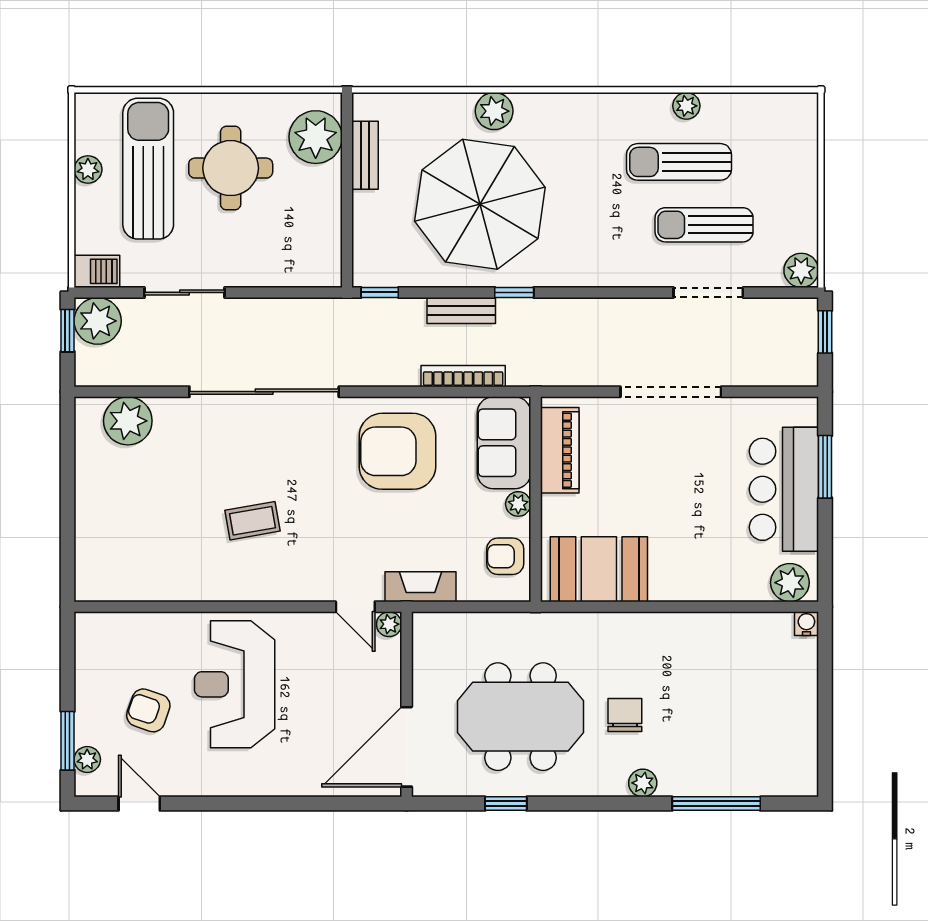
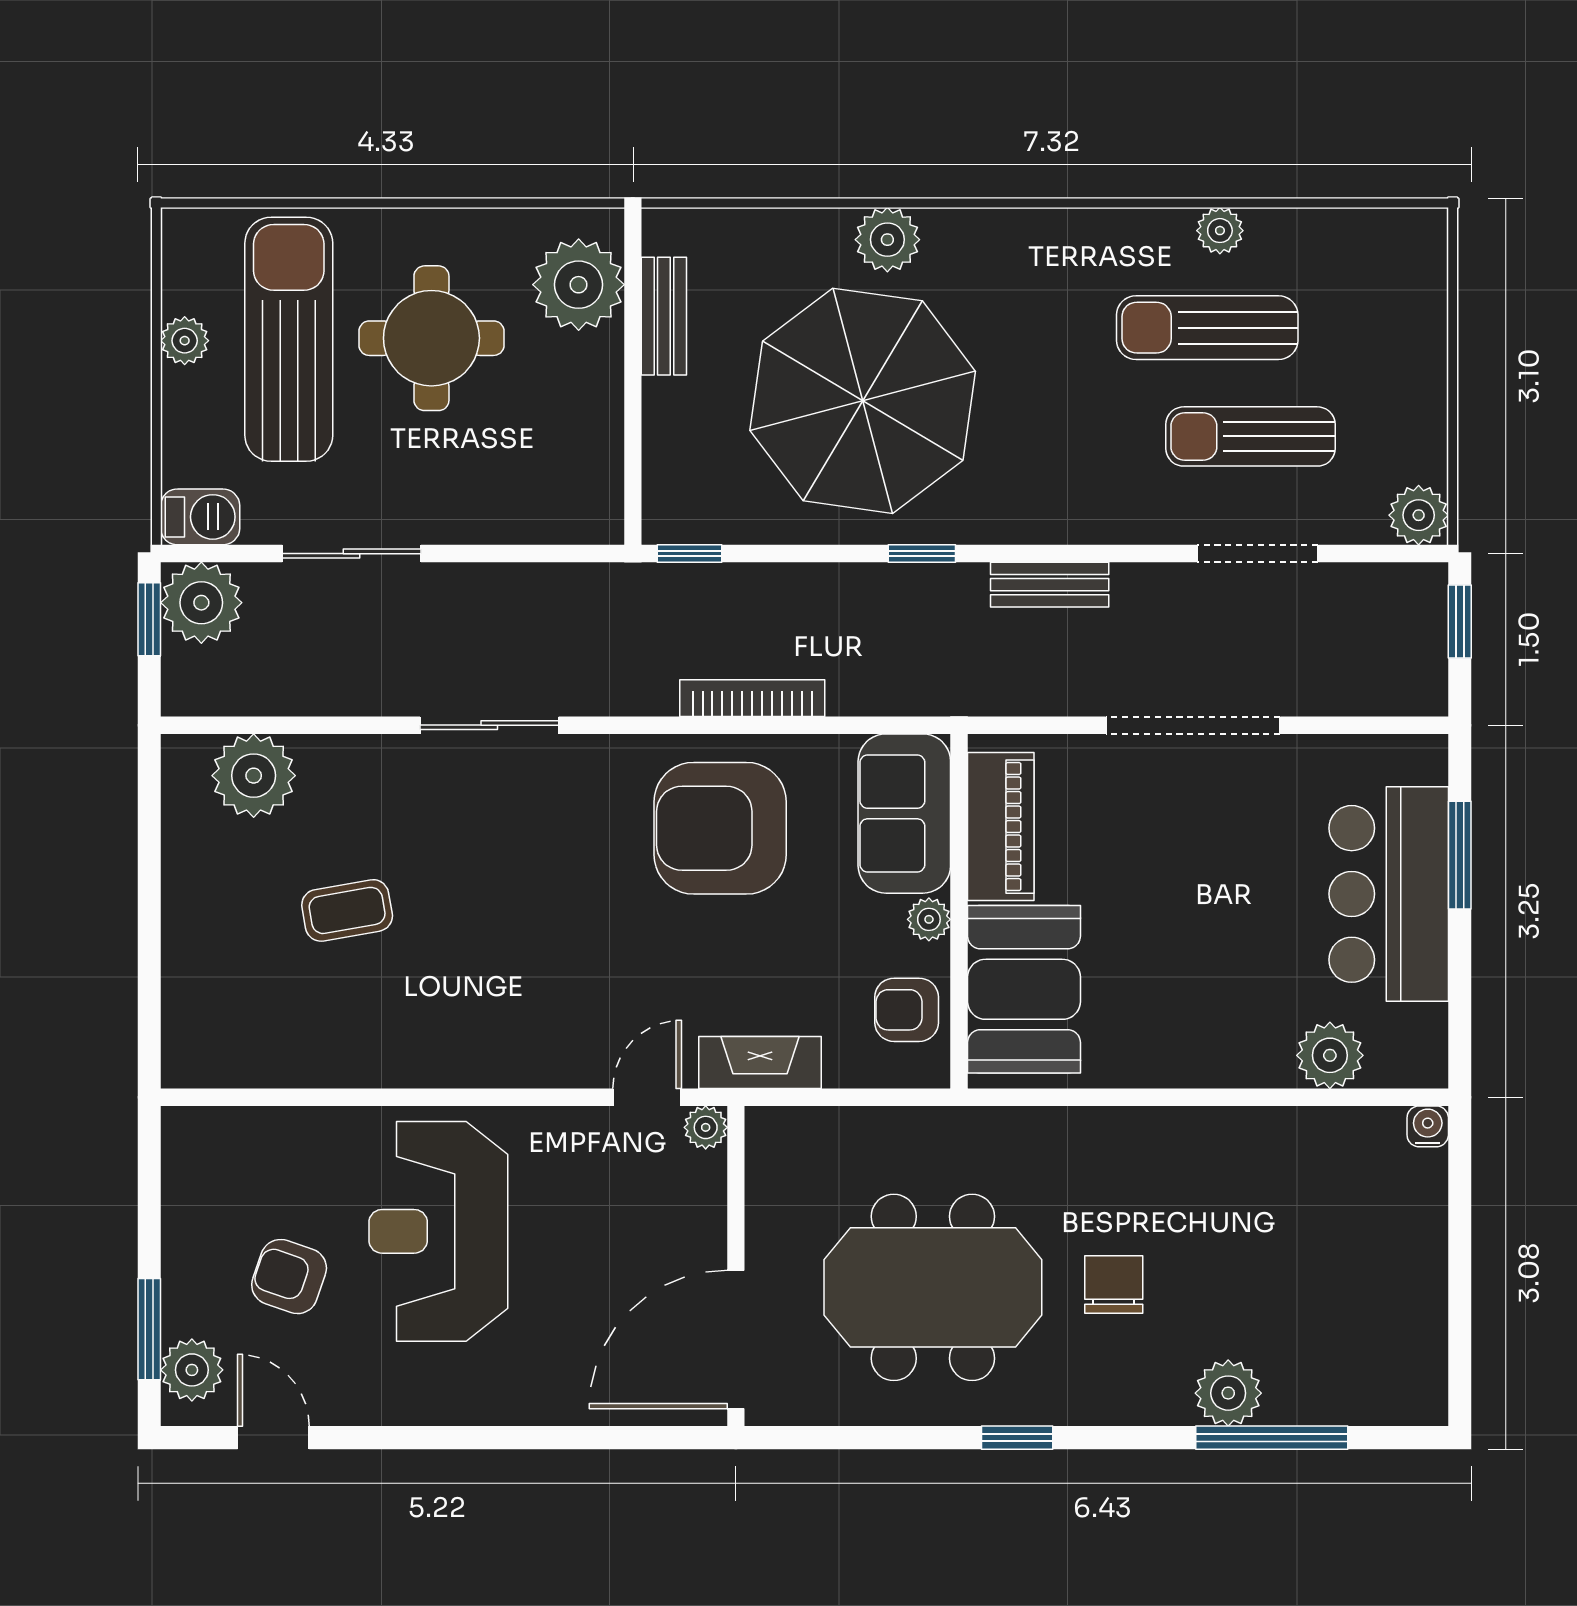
bench: (461, 310) -> (1050, 585), moved
bookcase: (463, 376) -> (752, 698), moved
sliding door: (264, 392) -> (489, 725), width x0.54
coffee table: (252, 521) -> (347, 910), moved
booth: (599, 569) -> (1024, 989), moved, turned 90
plant: (790, 583) -> (1330, 1055), moved
door: (355, 607) -> (647, 1097), swing flipped
plant: (87, 759) -> (192, 1370), width x1.38, depth x1.38
plant: (643, 783) -> (1228, 1393), moved, width x1.38, depth x1.38
window: (506, 804) -> (1017, 1438), moved

